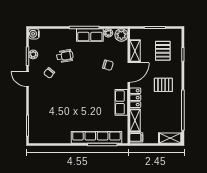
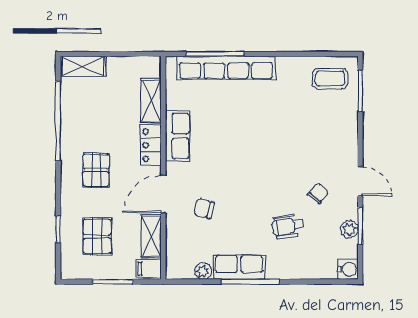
plant: (121, 35) -> (178, 267), removed
pallet: (163, 85) -> (96, 170), turned 90
coffee table: (43, 132) -> (330, 79), added
filing cabinet: (136, 137) -> (149, 269), moved

